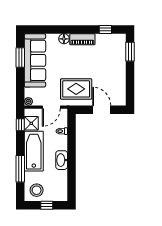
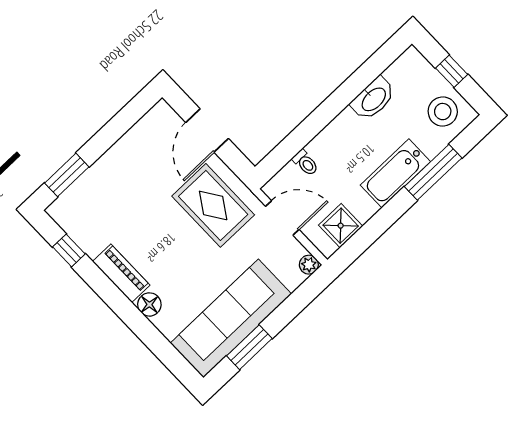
window: (20, 125) -> (360, 242), removed
bathtub: (34, 151) -> (395, 173), width x0.73, depth x0.73
washbasin: (62, 160) -> (373, 99), moved

